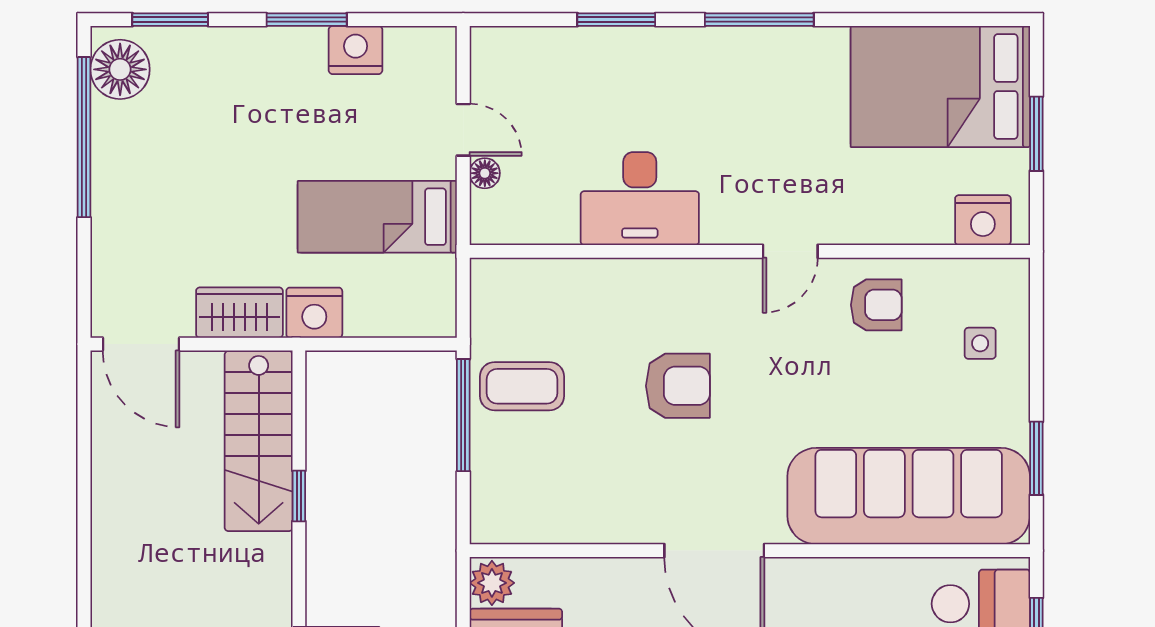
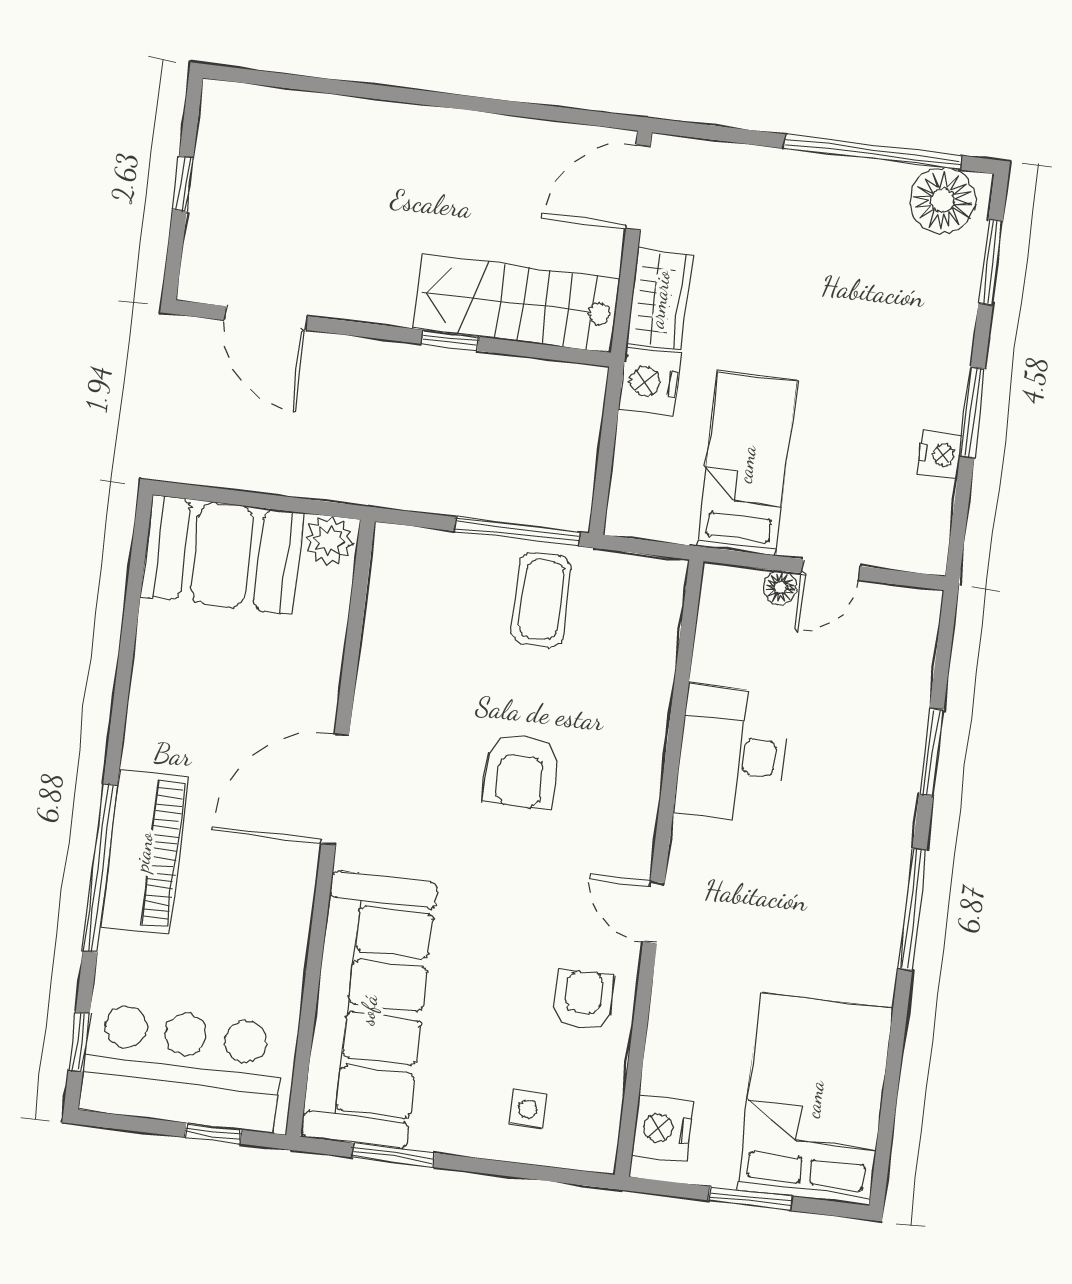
nightstand: (356, 50) -> (940, 455), width x0.74, depth x0.75
armchair: (876, 305) -> (584, 1000), turned 180

